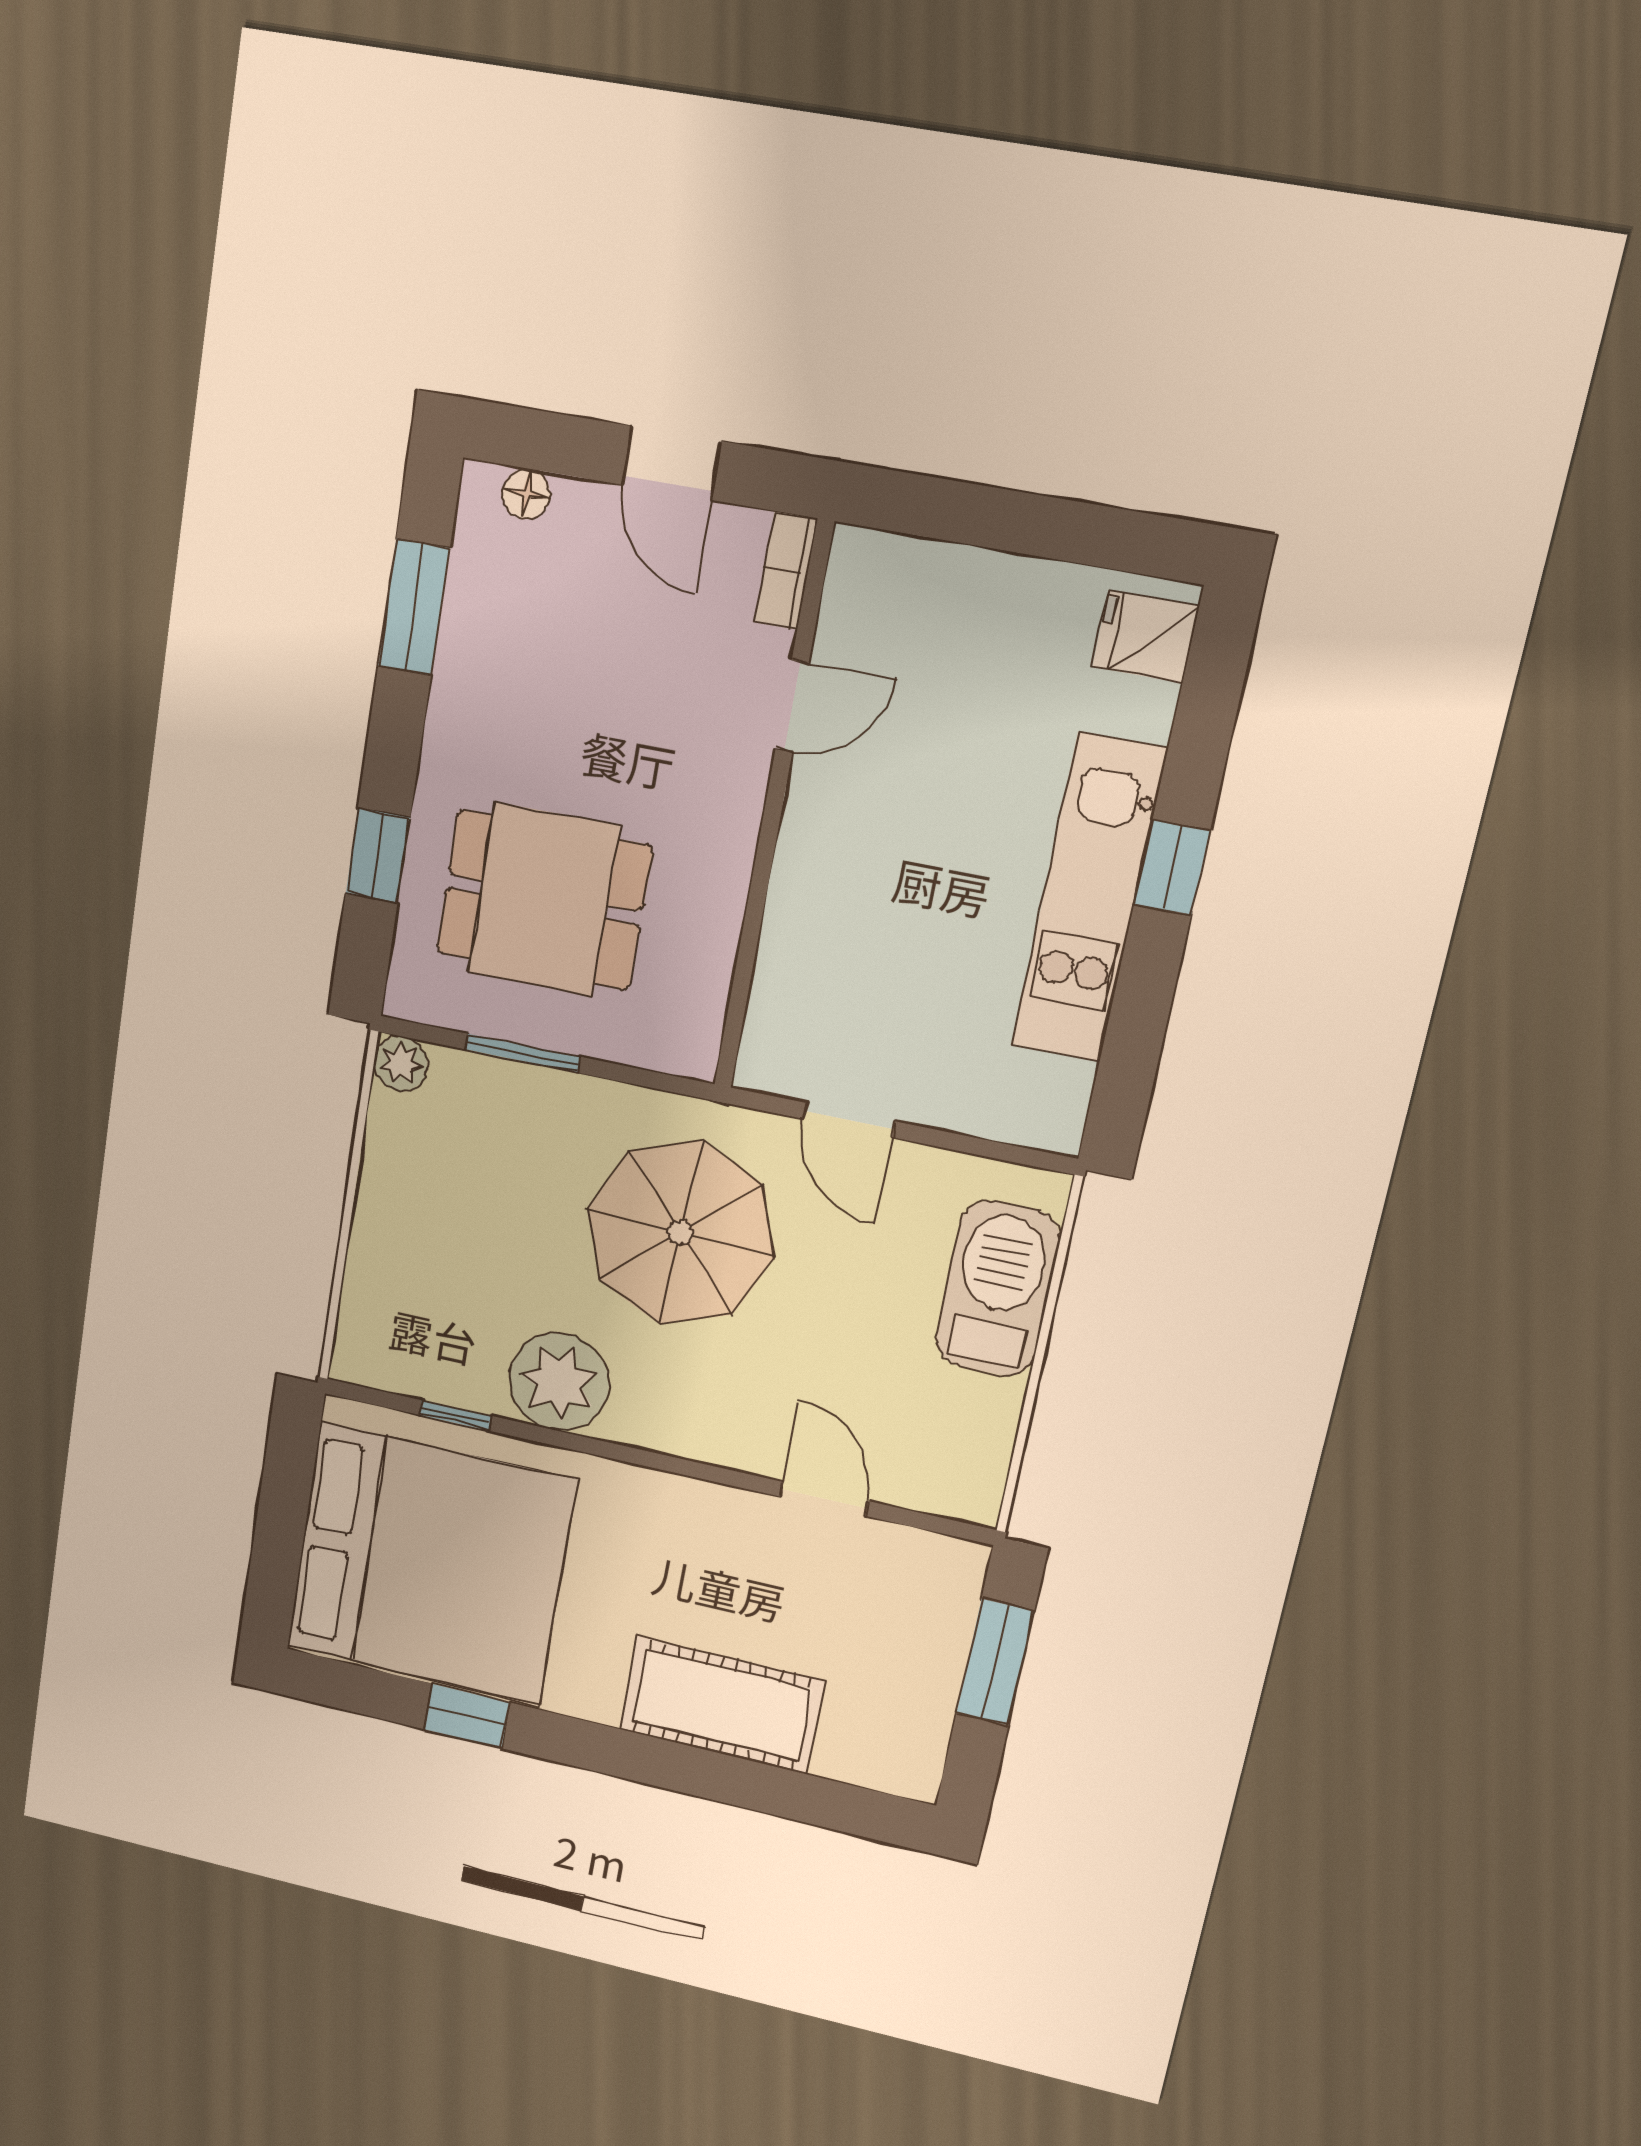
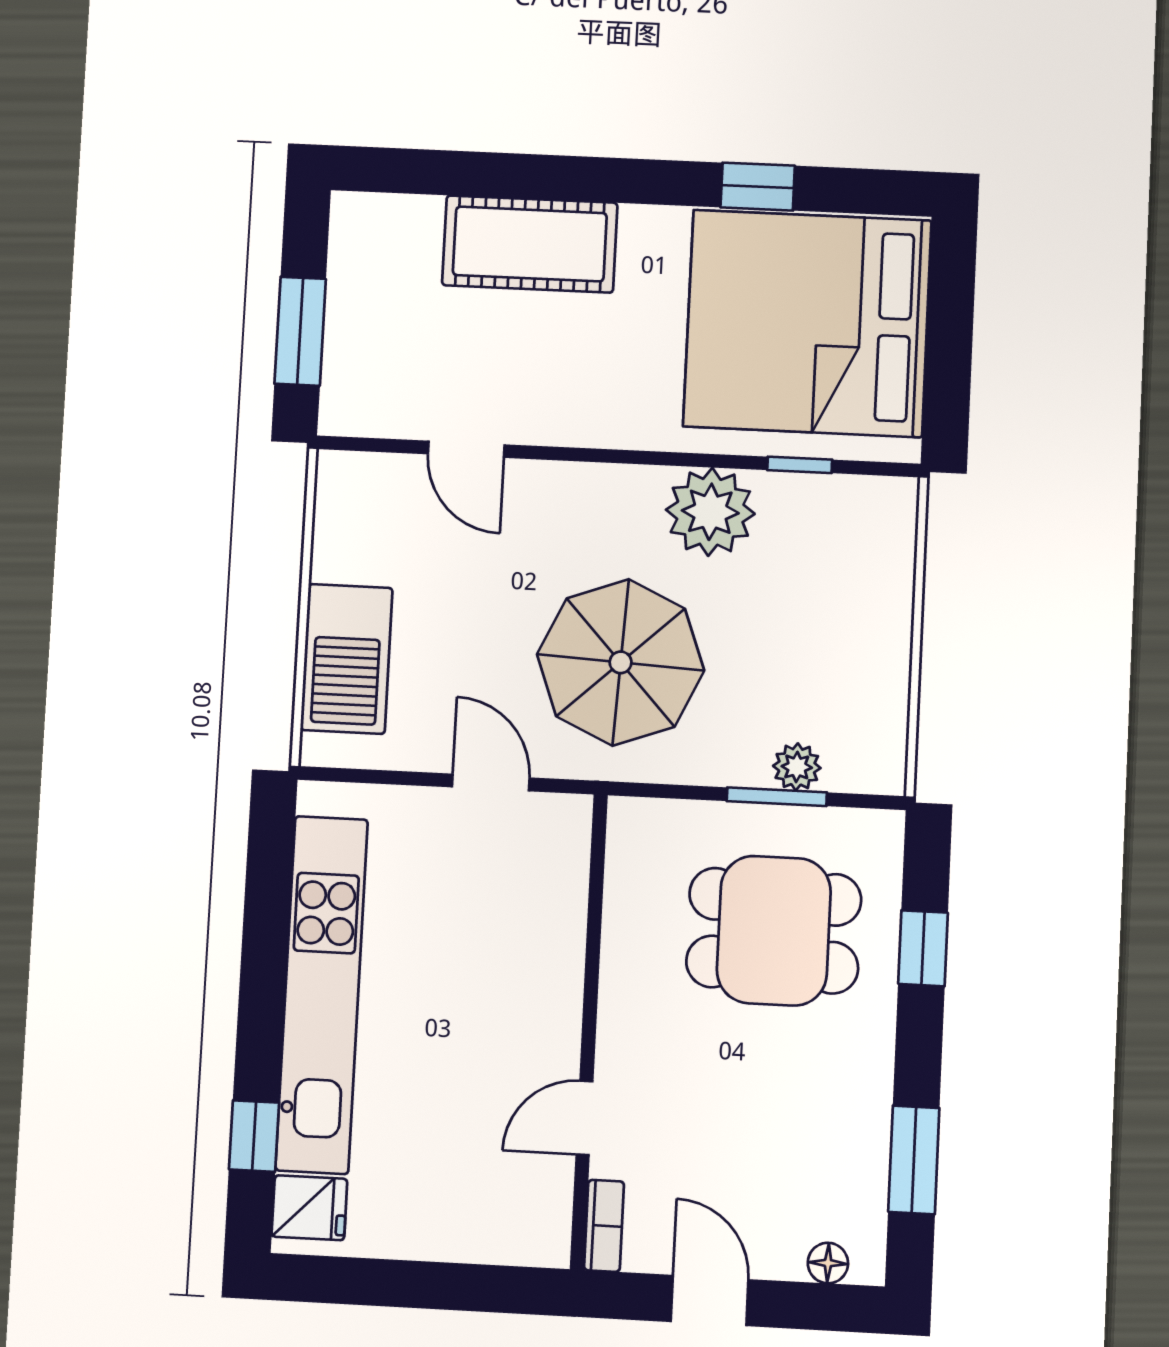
window: (1172, 867) -> (254, 1136), moved
kitchen unit: (1089, 899) -> (322, 994), width x1.36
plant: (401, 1064) -> (797, 767), moved

